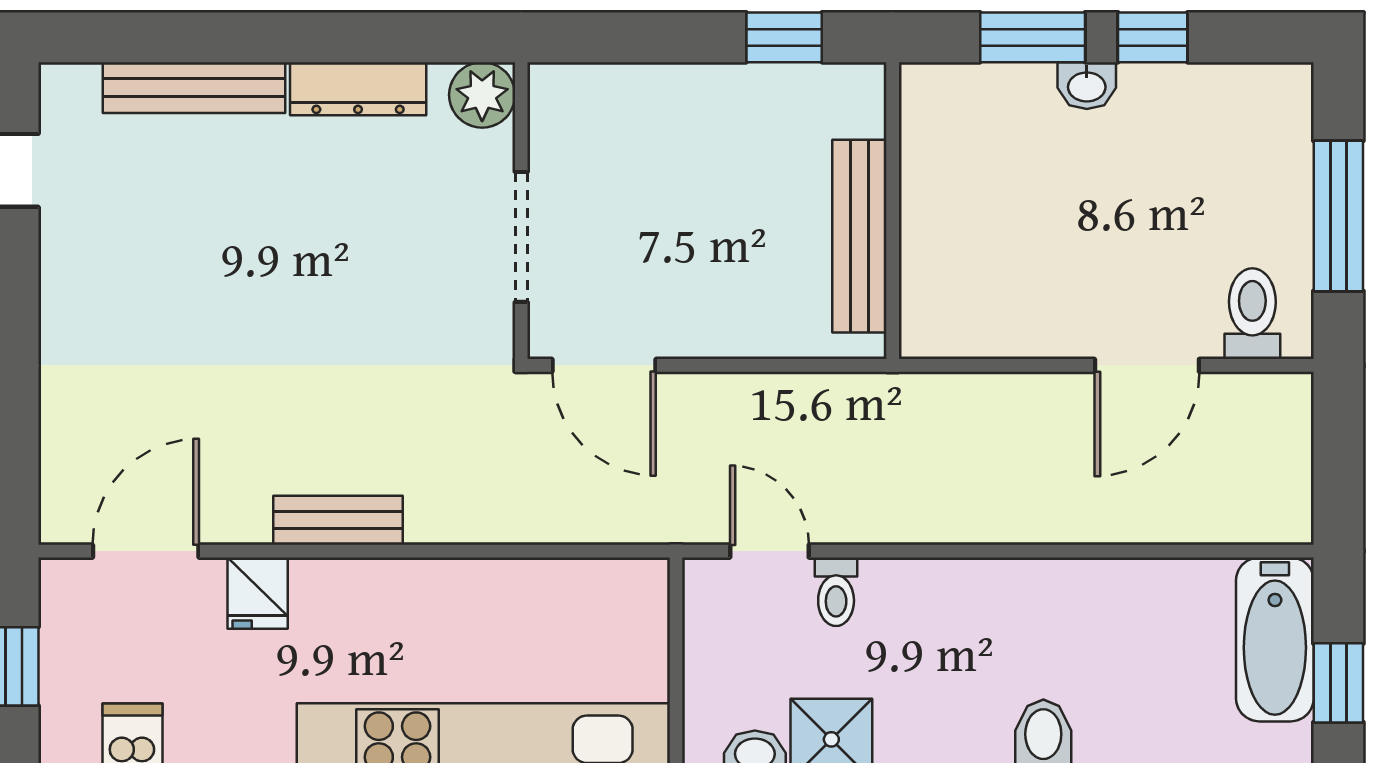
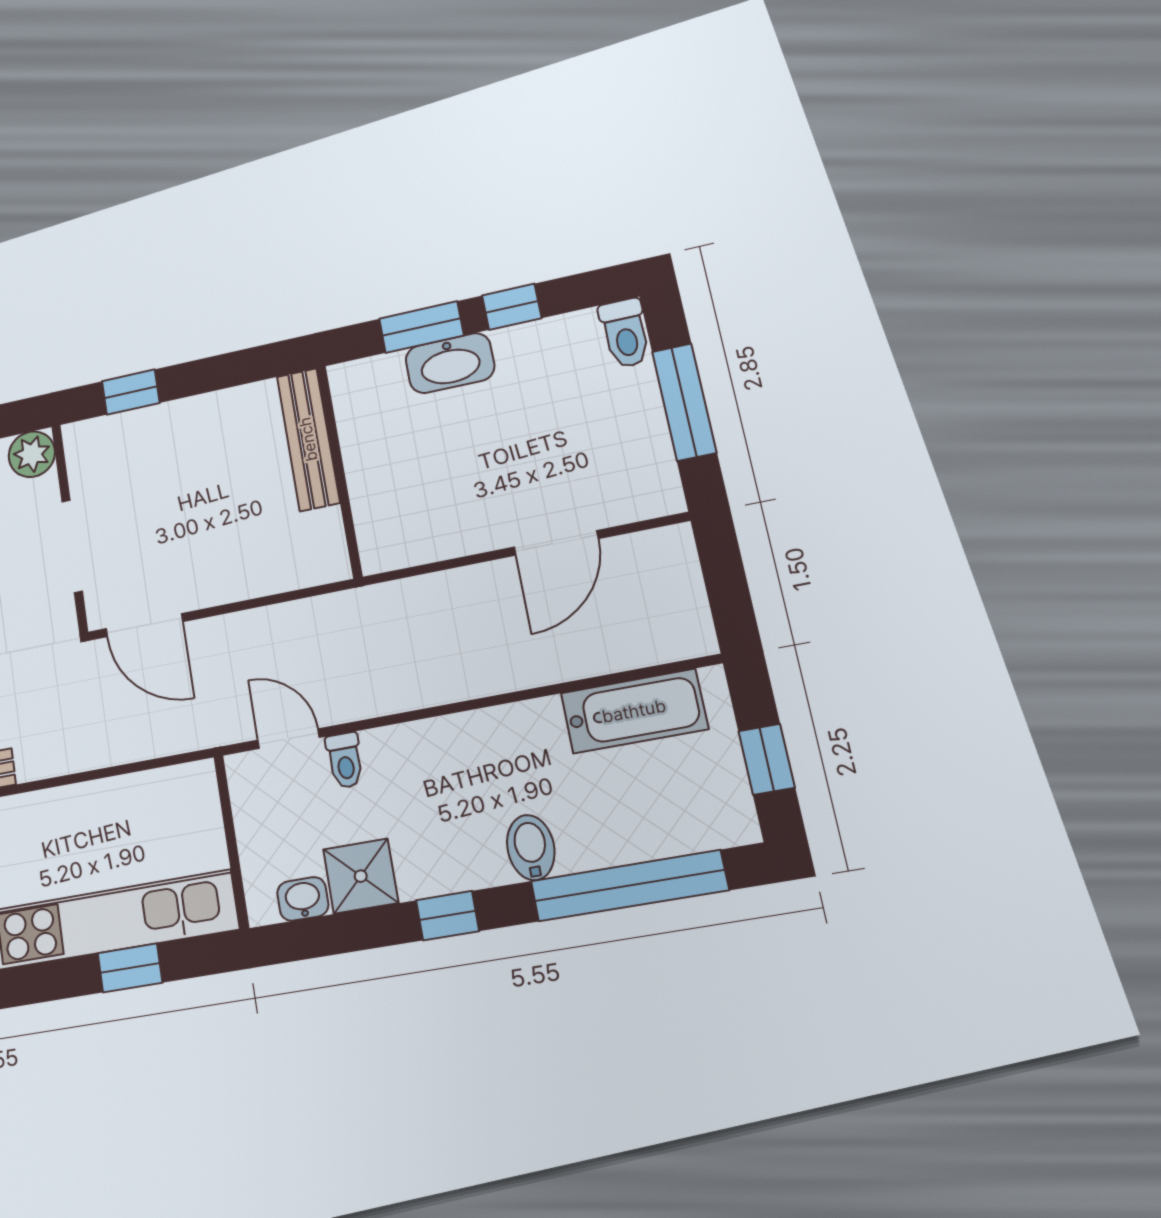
window: (784, 37) -> (131, 392), moved
washbasin: (1087, 86) -> (450, 363), width x1.91, depth x1.45
bench: (859, 236) -> (308, 439), moved
toilet: (1252, 314) -> (625, 333), moved, turned 180
bathtub: (1275, 639) -> (634, 711), moved, turned -90

